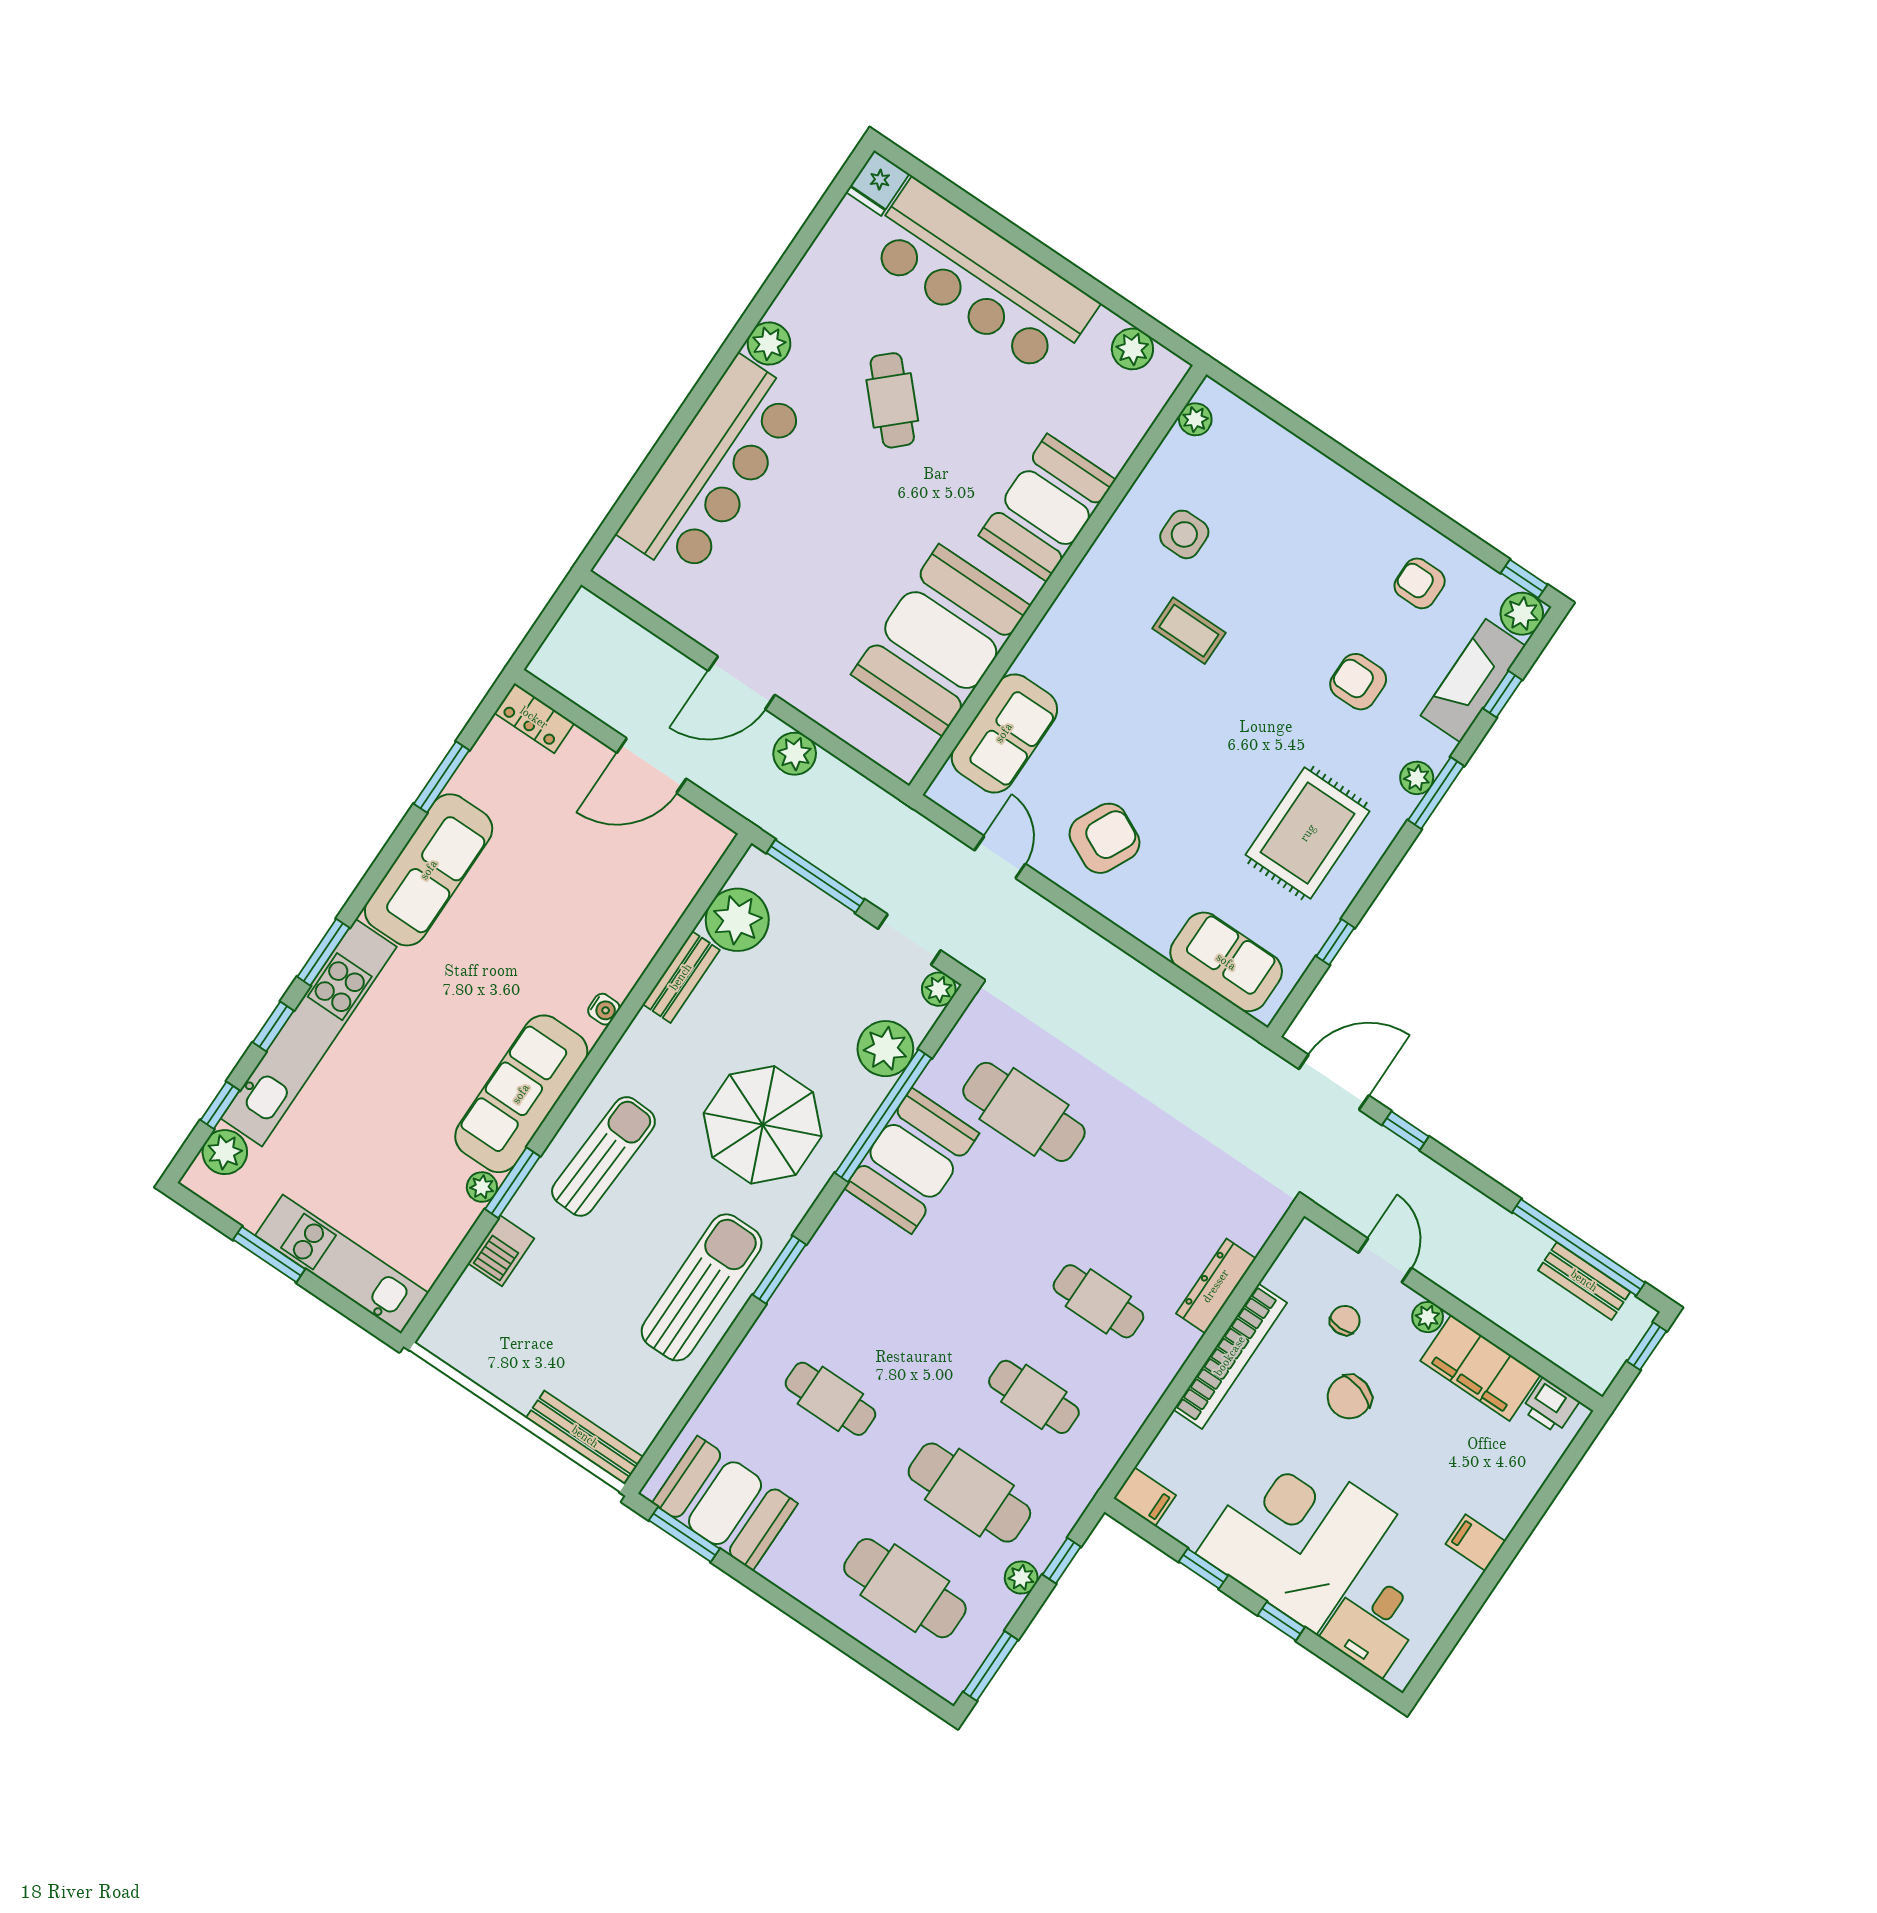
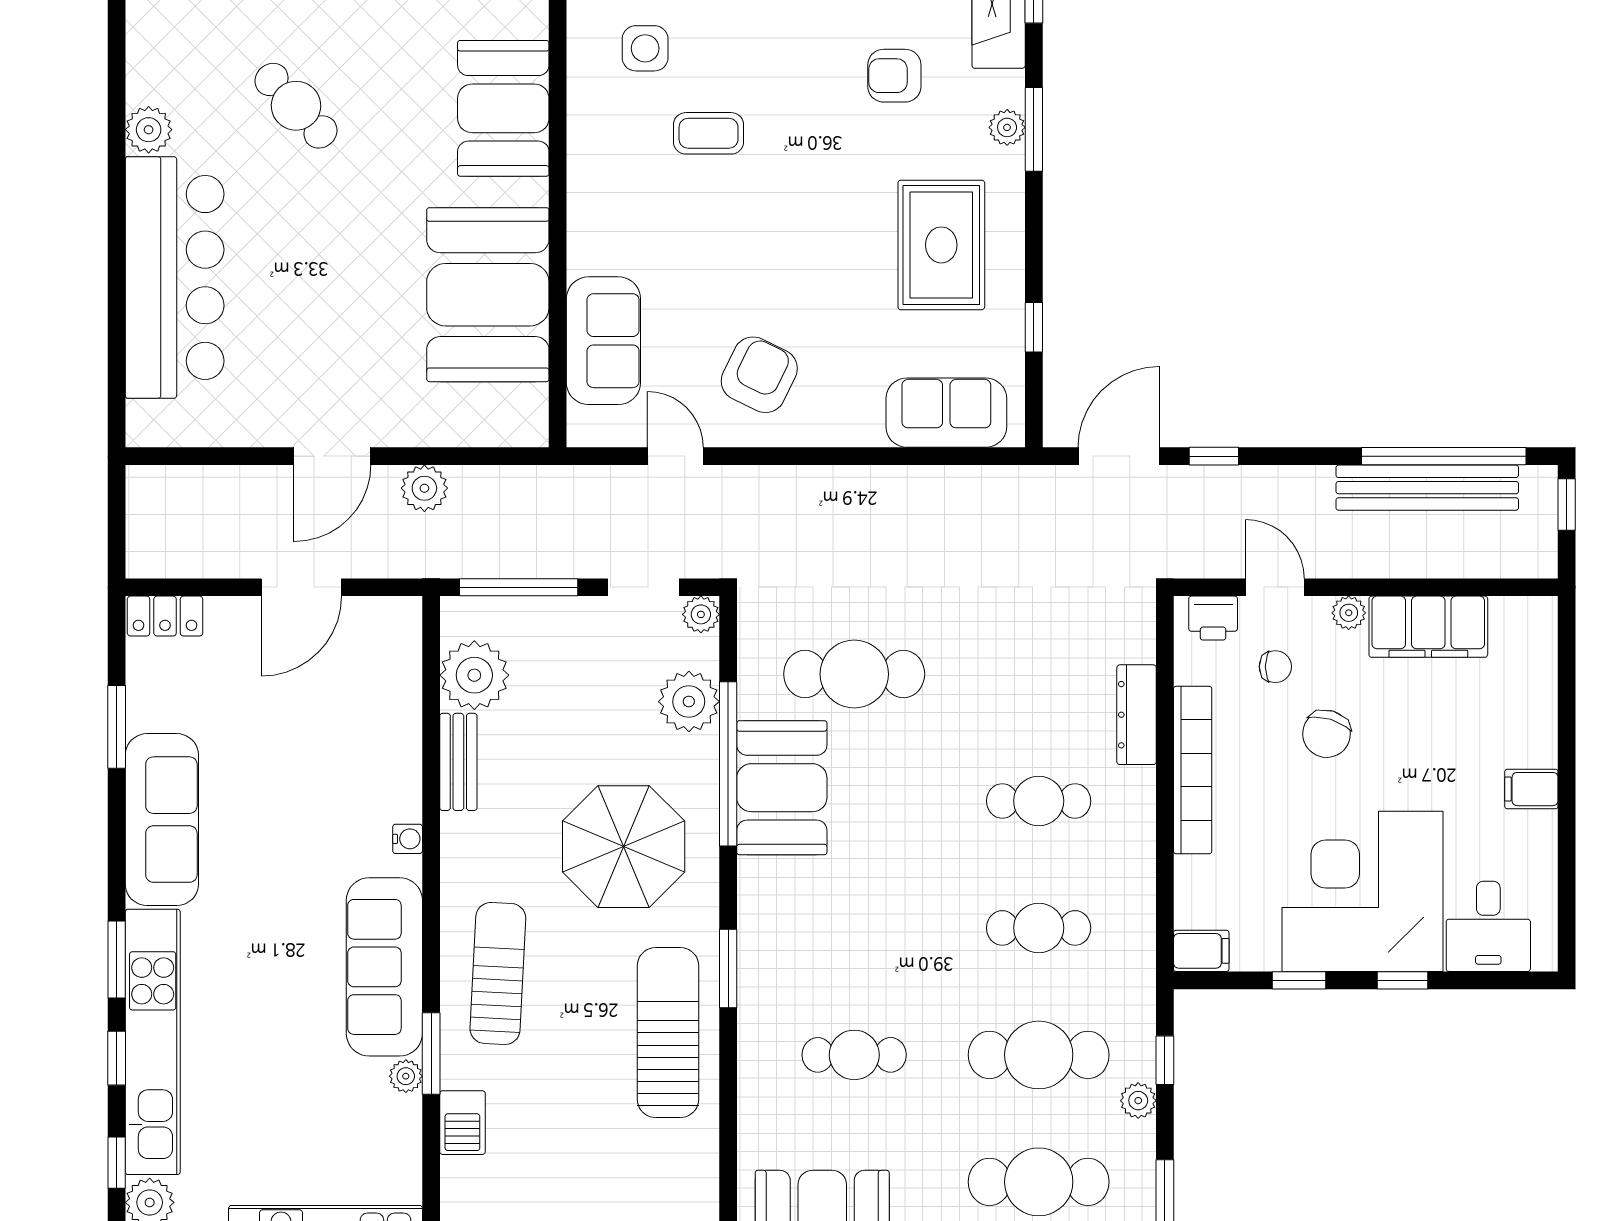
bench: (1584, 1281) -> (1427, 488), width x1.86, depth x1.21
chair: (1345, 1320) -> (1275, 667), turned 90
printer: (1550, 1406) -> (1213, 618), moved

